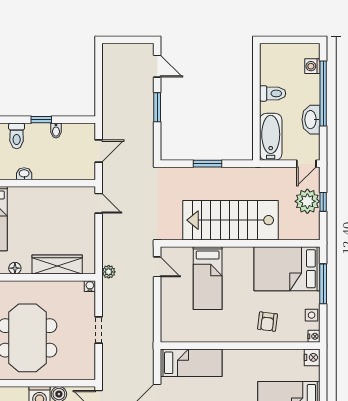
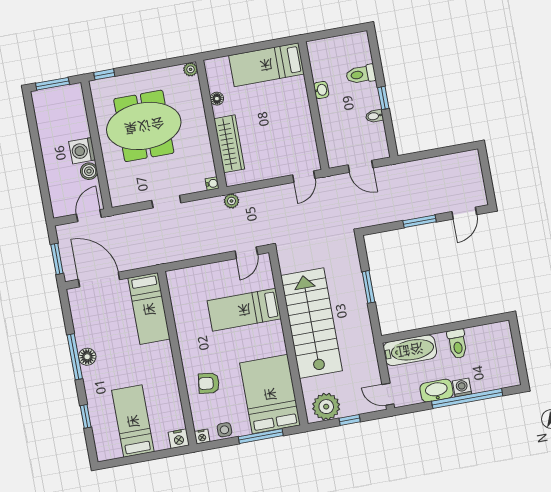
washing machine: (312, 66) -> (462, 388), moved
plant: (307, 201) -> (326, 407), moved

